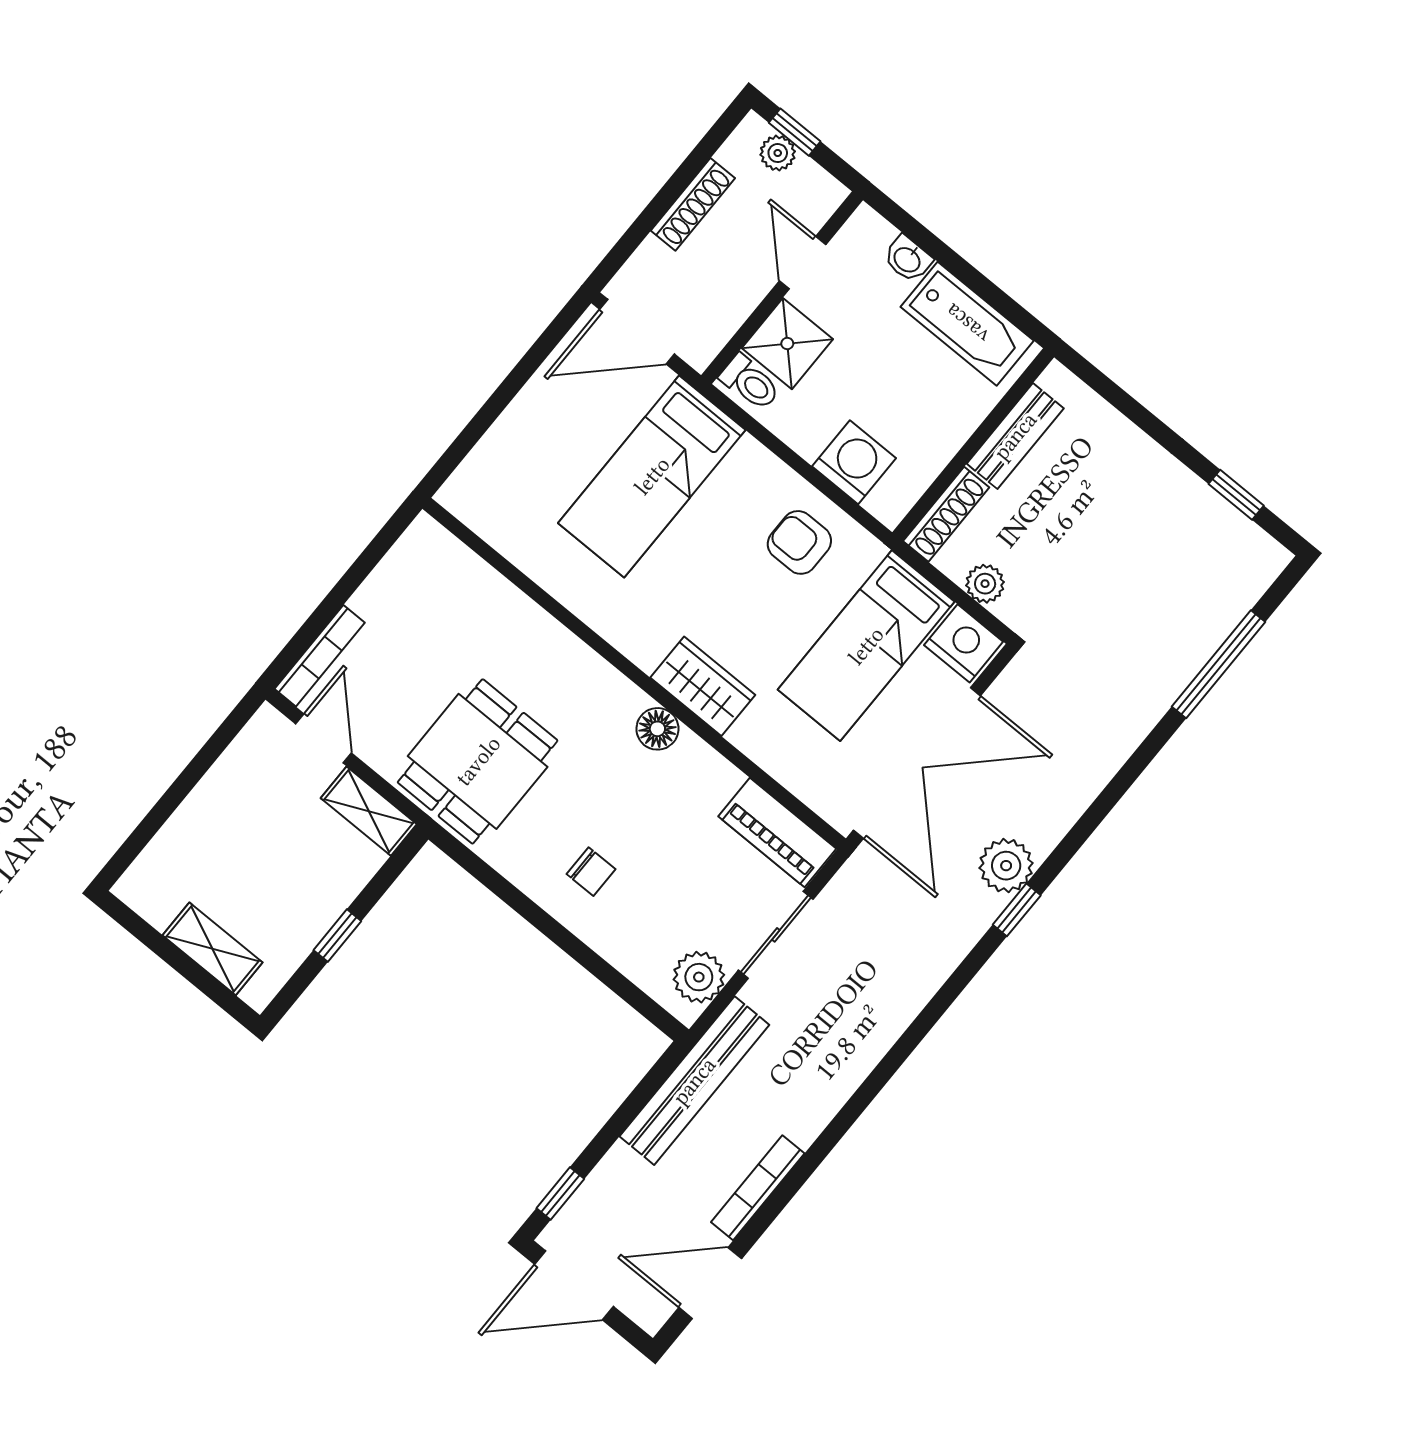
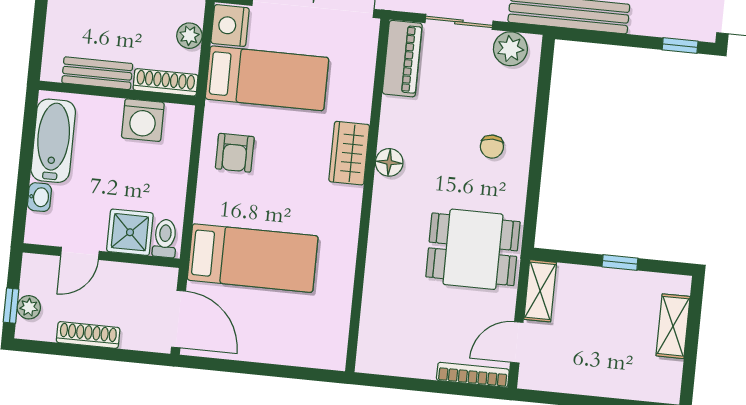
washing machine: (854, 462) -> (143, 120), moved, turned -90
chair: (591, 872) -> (492, 147), turned 180

